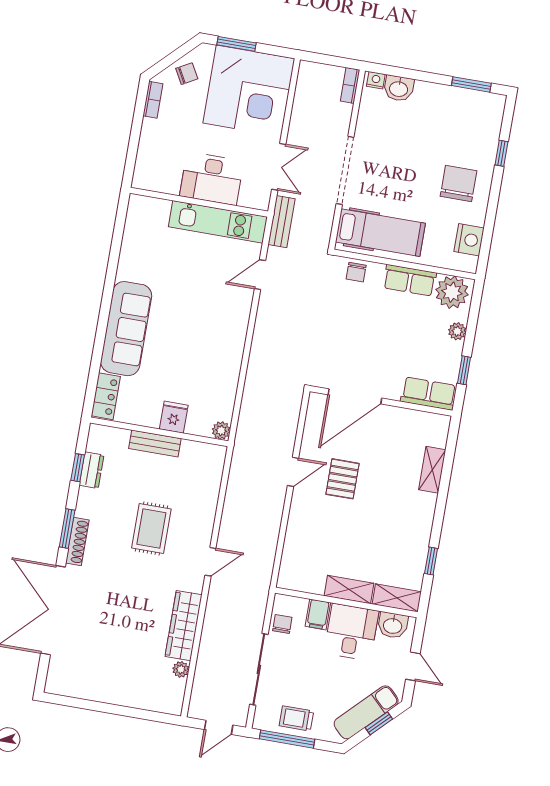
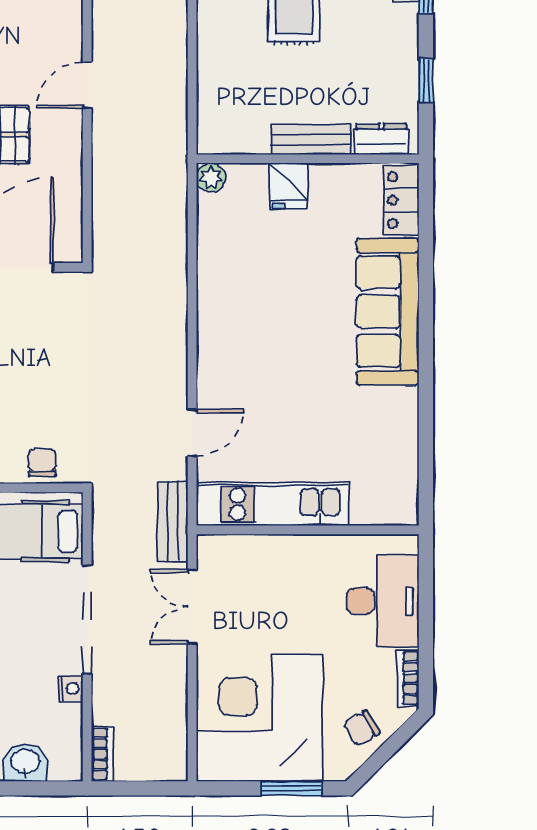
nightstand: (376, 80) -> (71, 688), moved, turned -90
desk: (212, 179) -> (383, 601), moved, turned 90
dresser: (91, 470) -> (381, 139), moved, turned 90
door: (293, 472) -> (87, 85), moved

